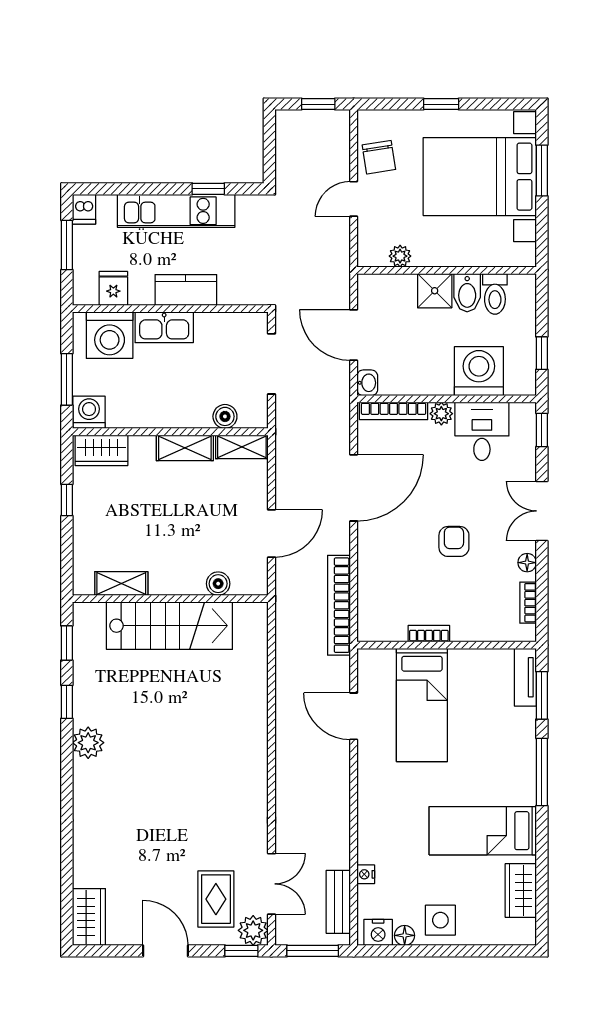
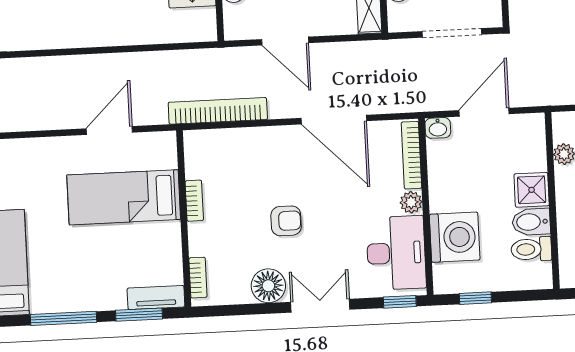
desk: (482, 431) -> (396, 253), width x1.37
floor lamp: (527, 563) -> (268, 286), width x1.89, depth x1.89
bookcase: (528, 603) -> (198, 278), moved, turned 90

